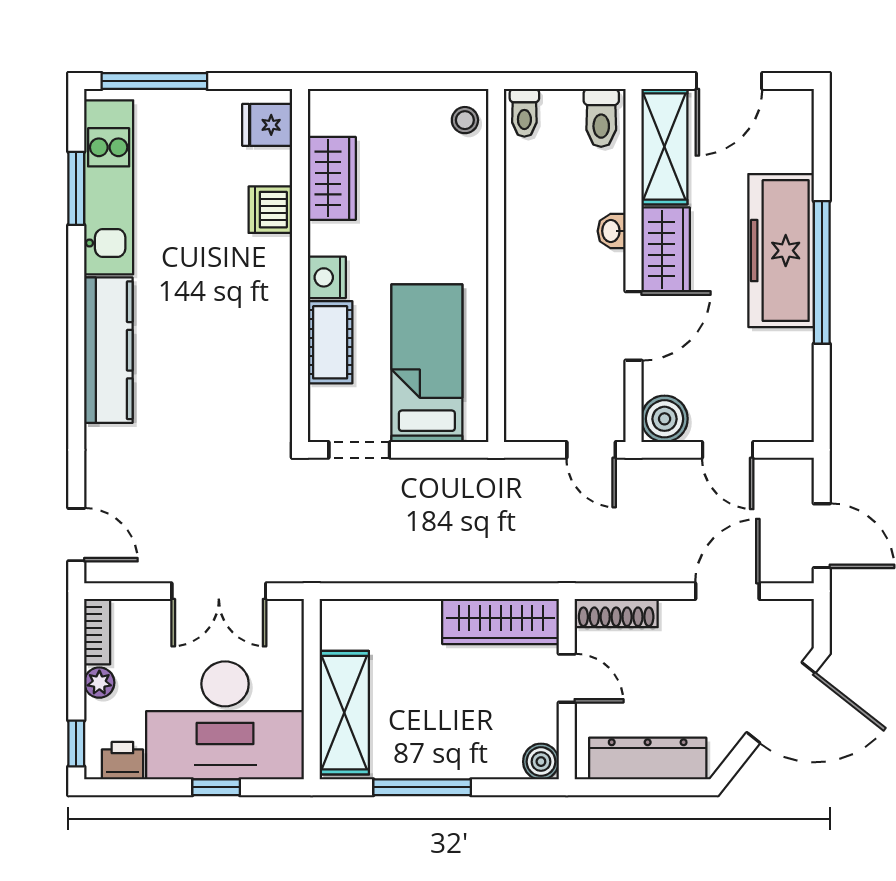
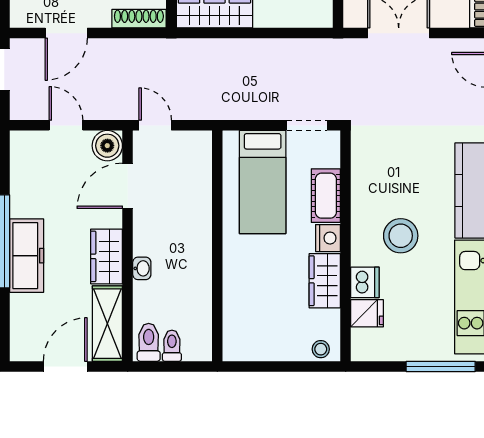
toilet: (524, 113) -> (172, 346), moved
stool: (465, 120) -> (321, 349), moved
fridge: (267, 125) -> (367, 313), moved
wardrobe: (332, 178) -> (325, 281), moved
freezer: (781, 251) -> (27, 256), width x0.73, depth x0.79
stool: (216, 281) -> (401, 236), added
door: (633, 326) -> (128, 186), moved

